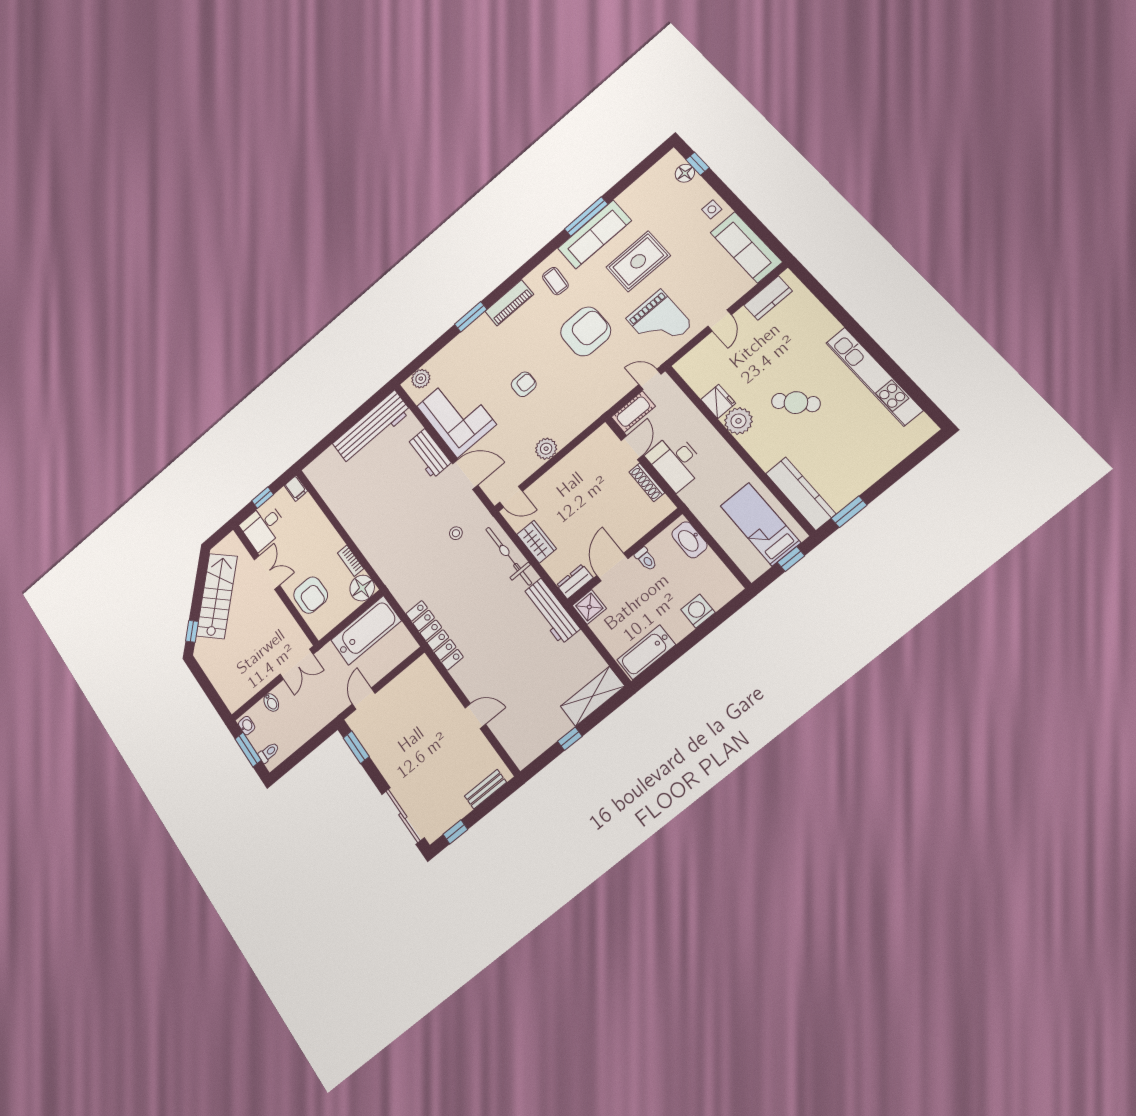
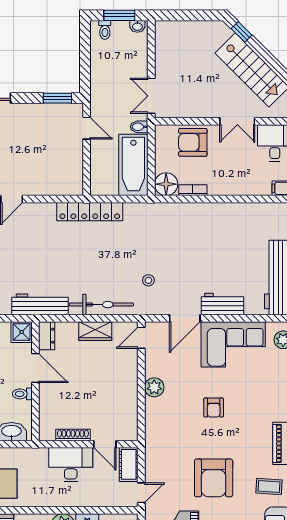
bidet: (271, 702) -> (139, 127), moved

